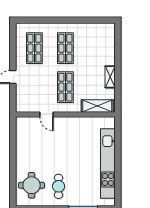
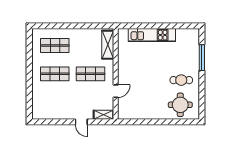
shop shelf: (34, 48) -> (55, 45), moved
shelving: (110, 77) -> (103, 115), moved
kitchen unit: (108, 163) -> (152, 35), width x0.73

